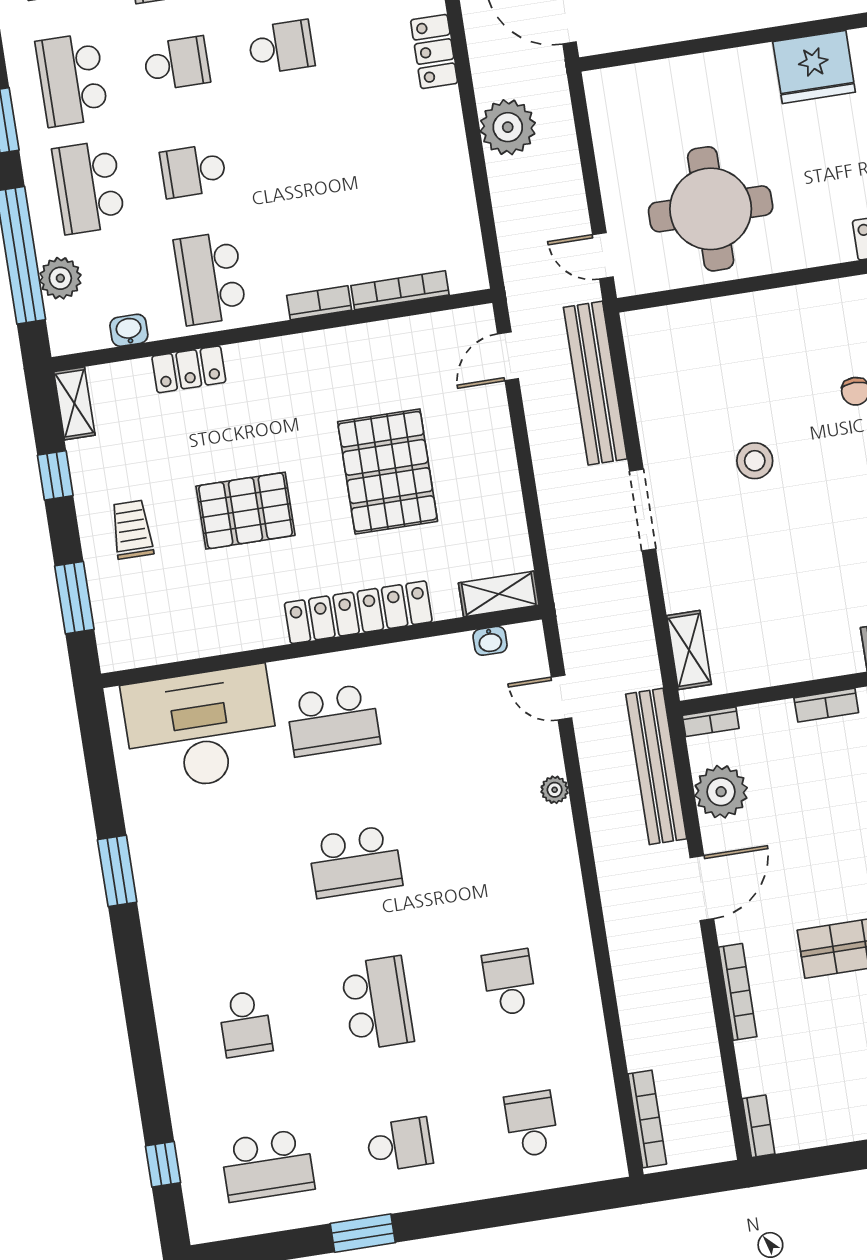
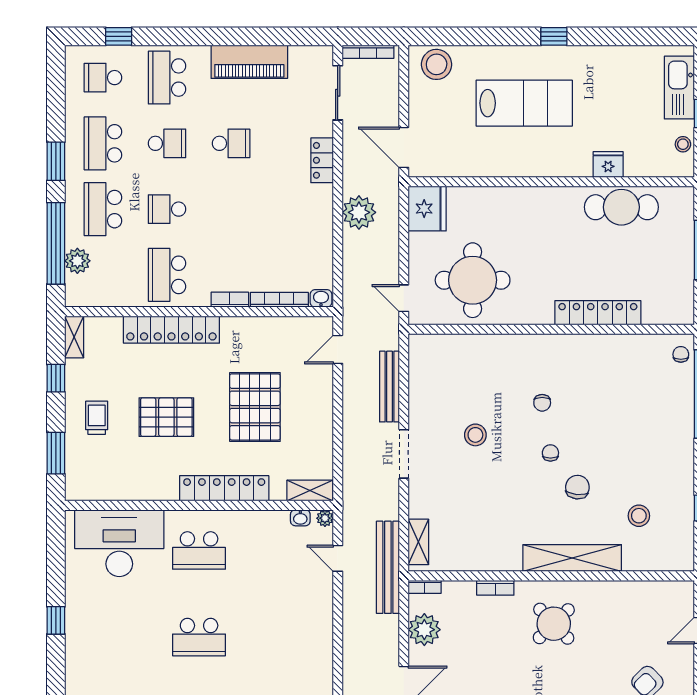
fridge: (814, 67) -> (427, 209), moved, turned -90
washbasin: (129, 330) -> (321, 298), moved
locker: (189, 369) -> (171, 330), width x2.16, depth x1.21
bench: (595, 383) -> (389, 387), width x0.73, depth x0.82
bench: (656, 766) -> (388, 567), moved
plant: (555, 790) -> (325, 518), moved
window: (117, 871) -> (56, 620), width x0.67

